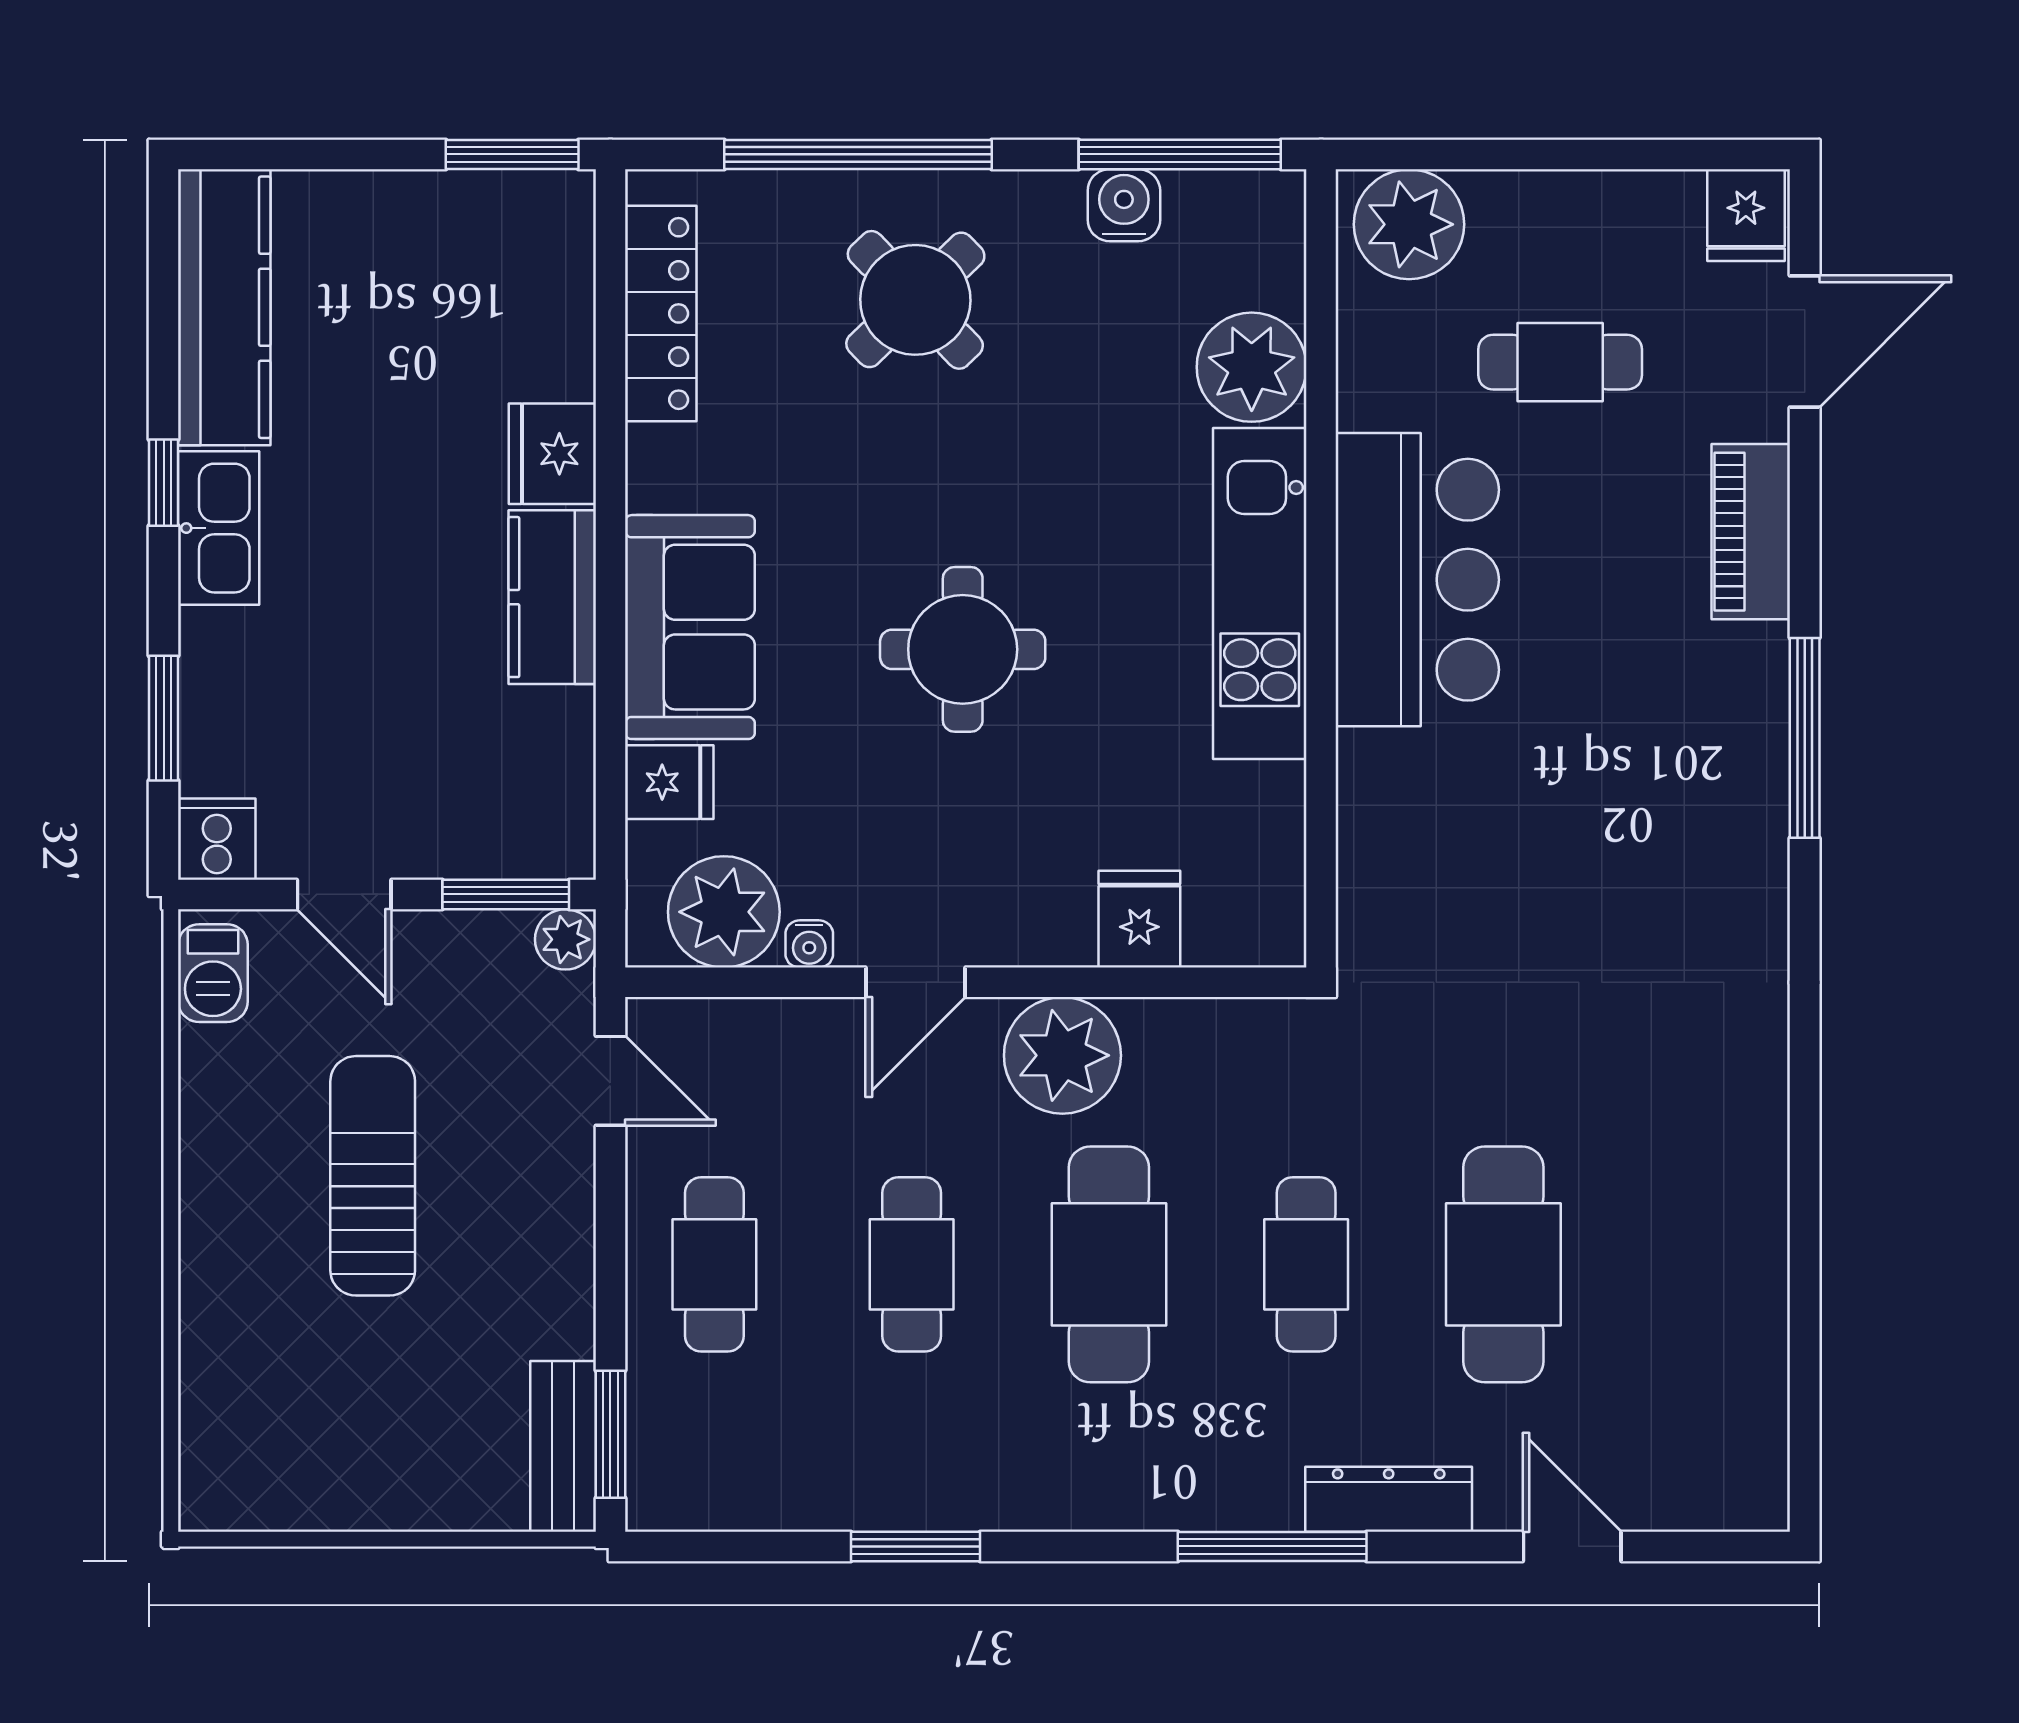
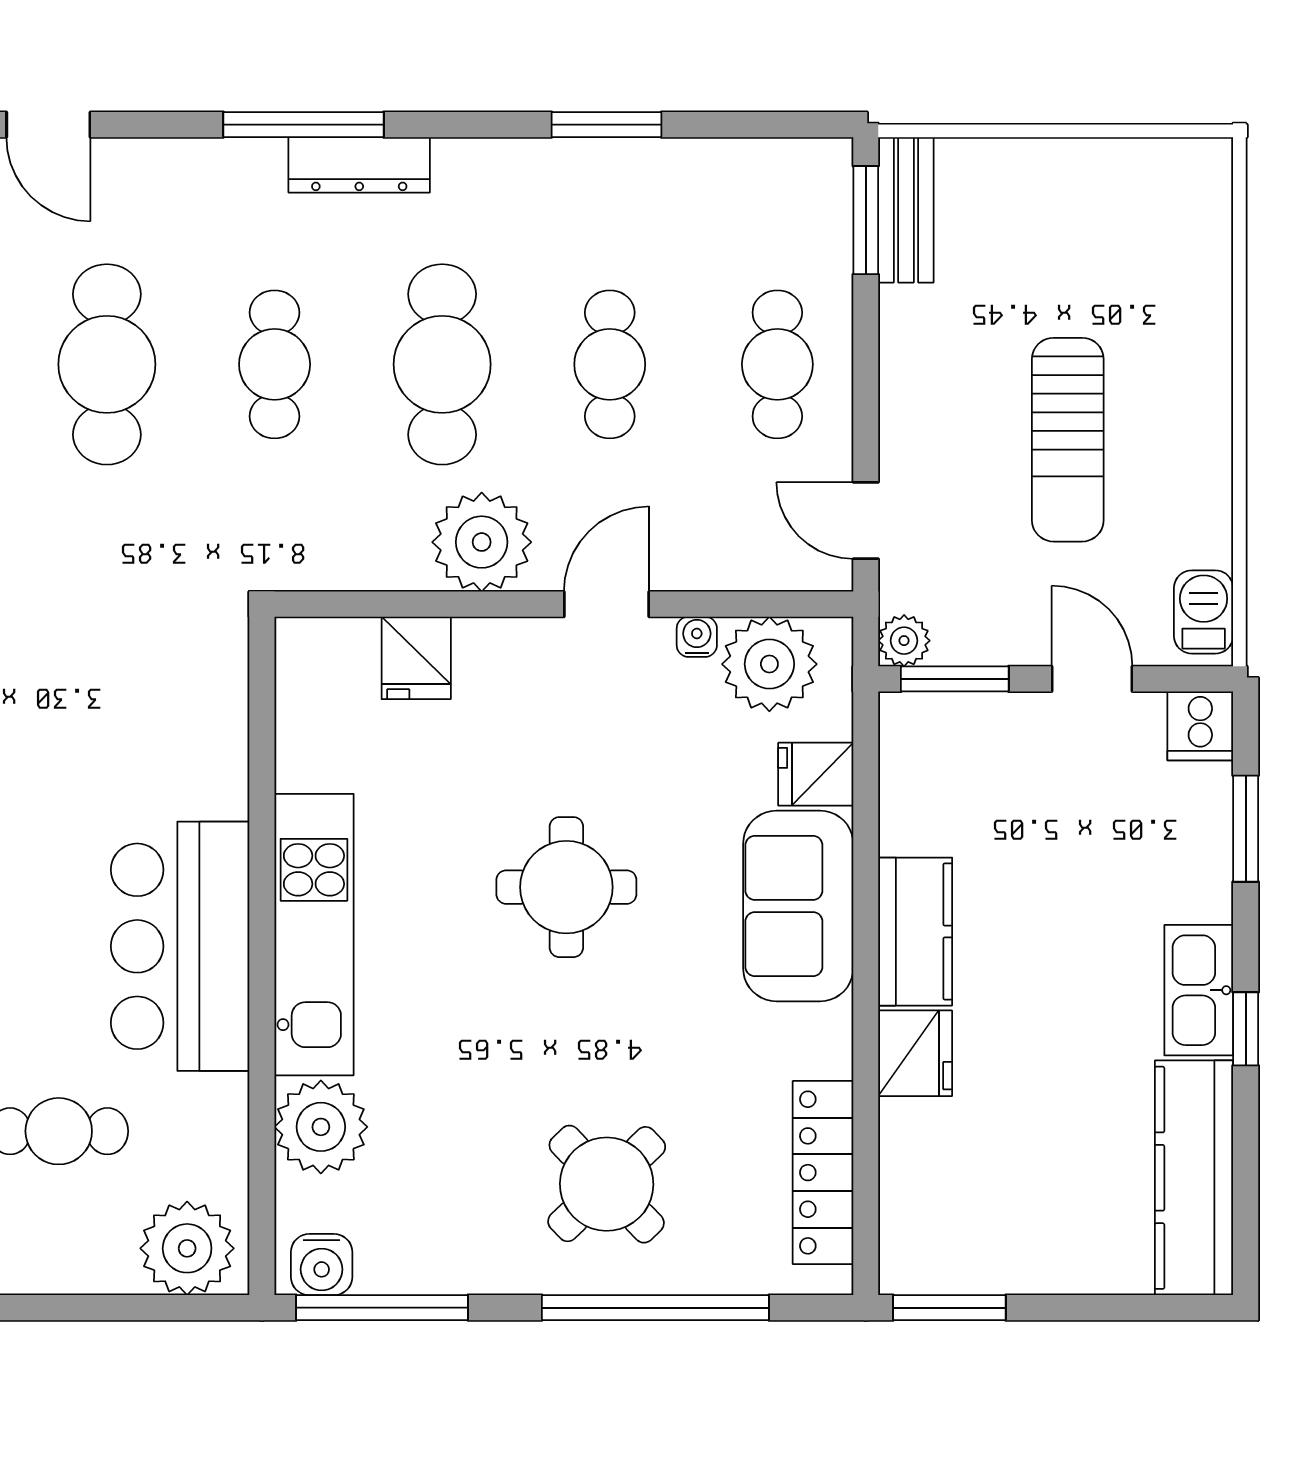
water cooler: (1124, 205) -> (322, 1265), moved
dresser: (1389, 1499) -> (359, 165), moved

